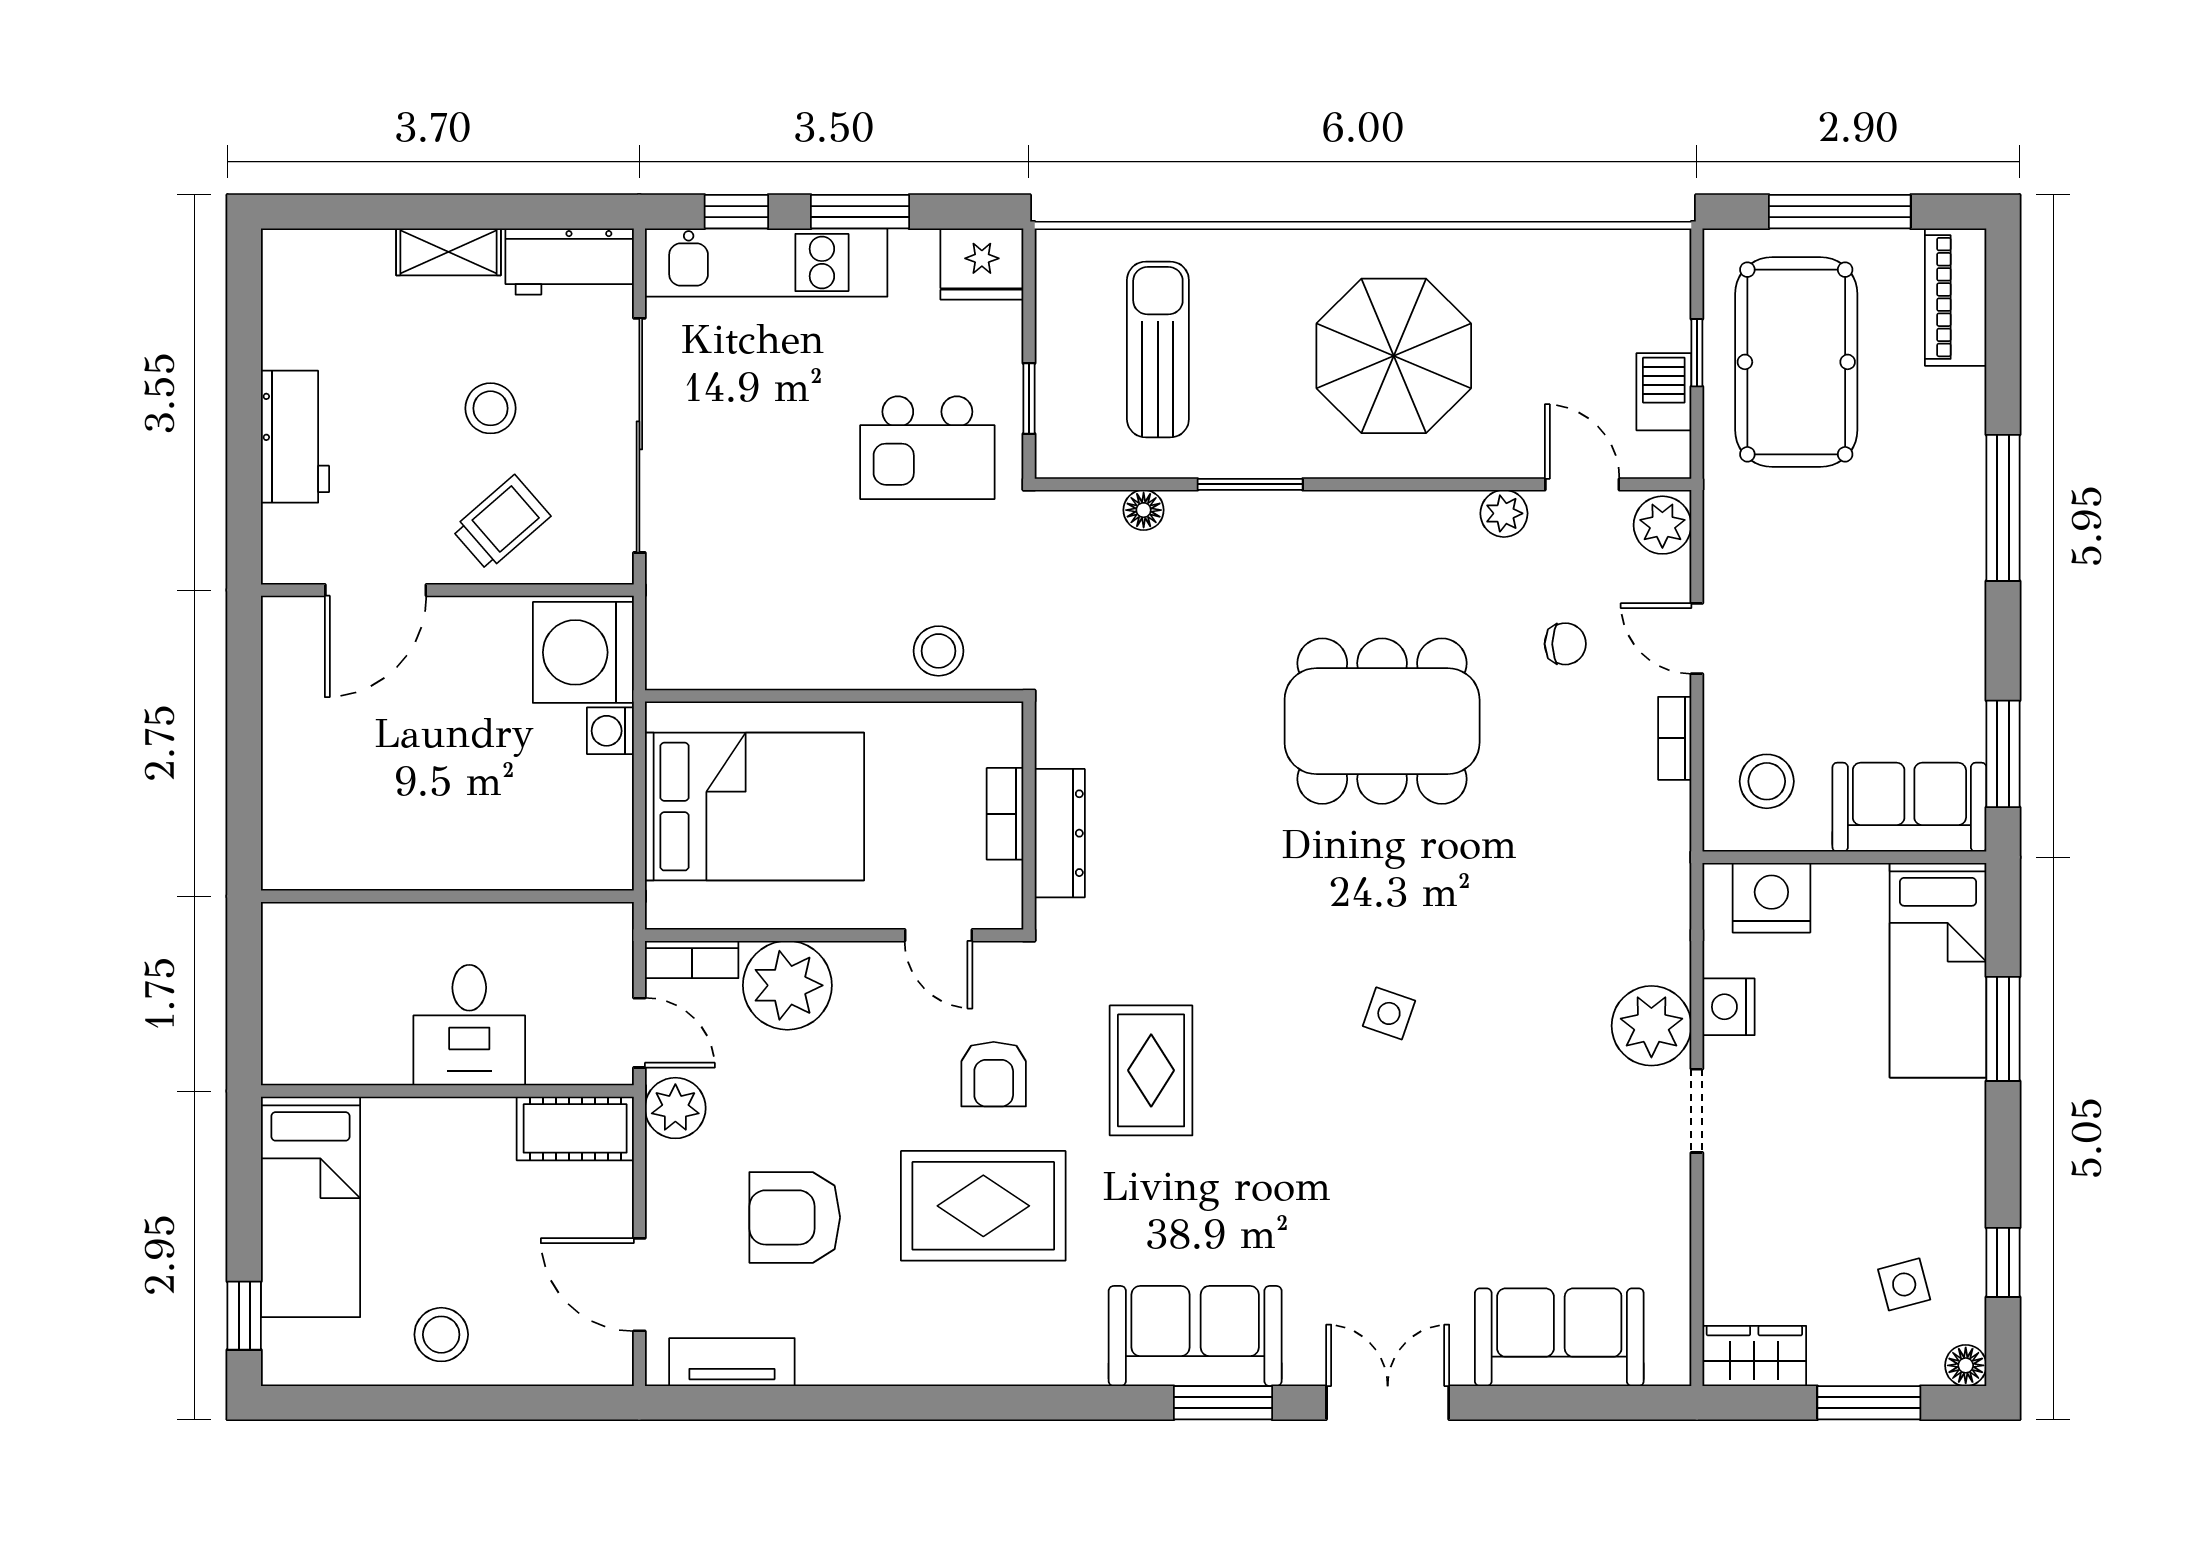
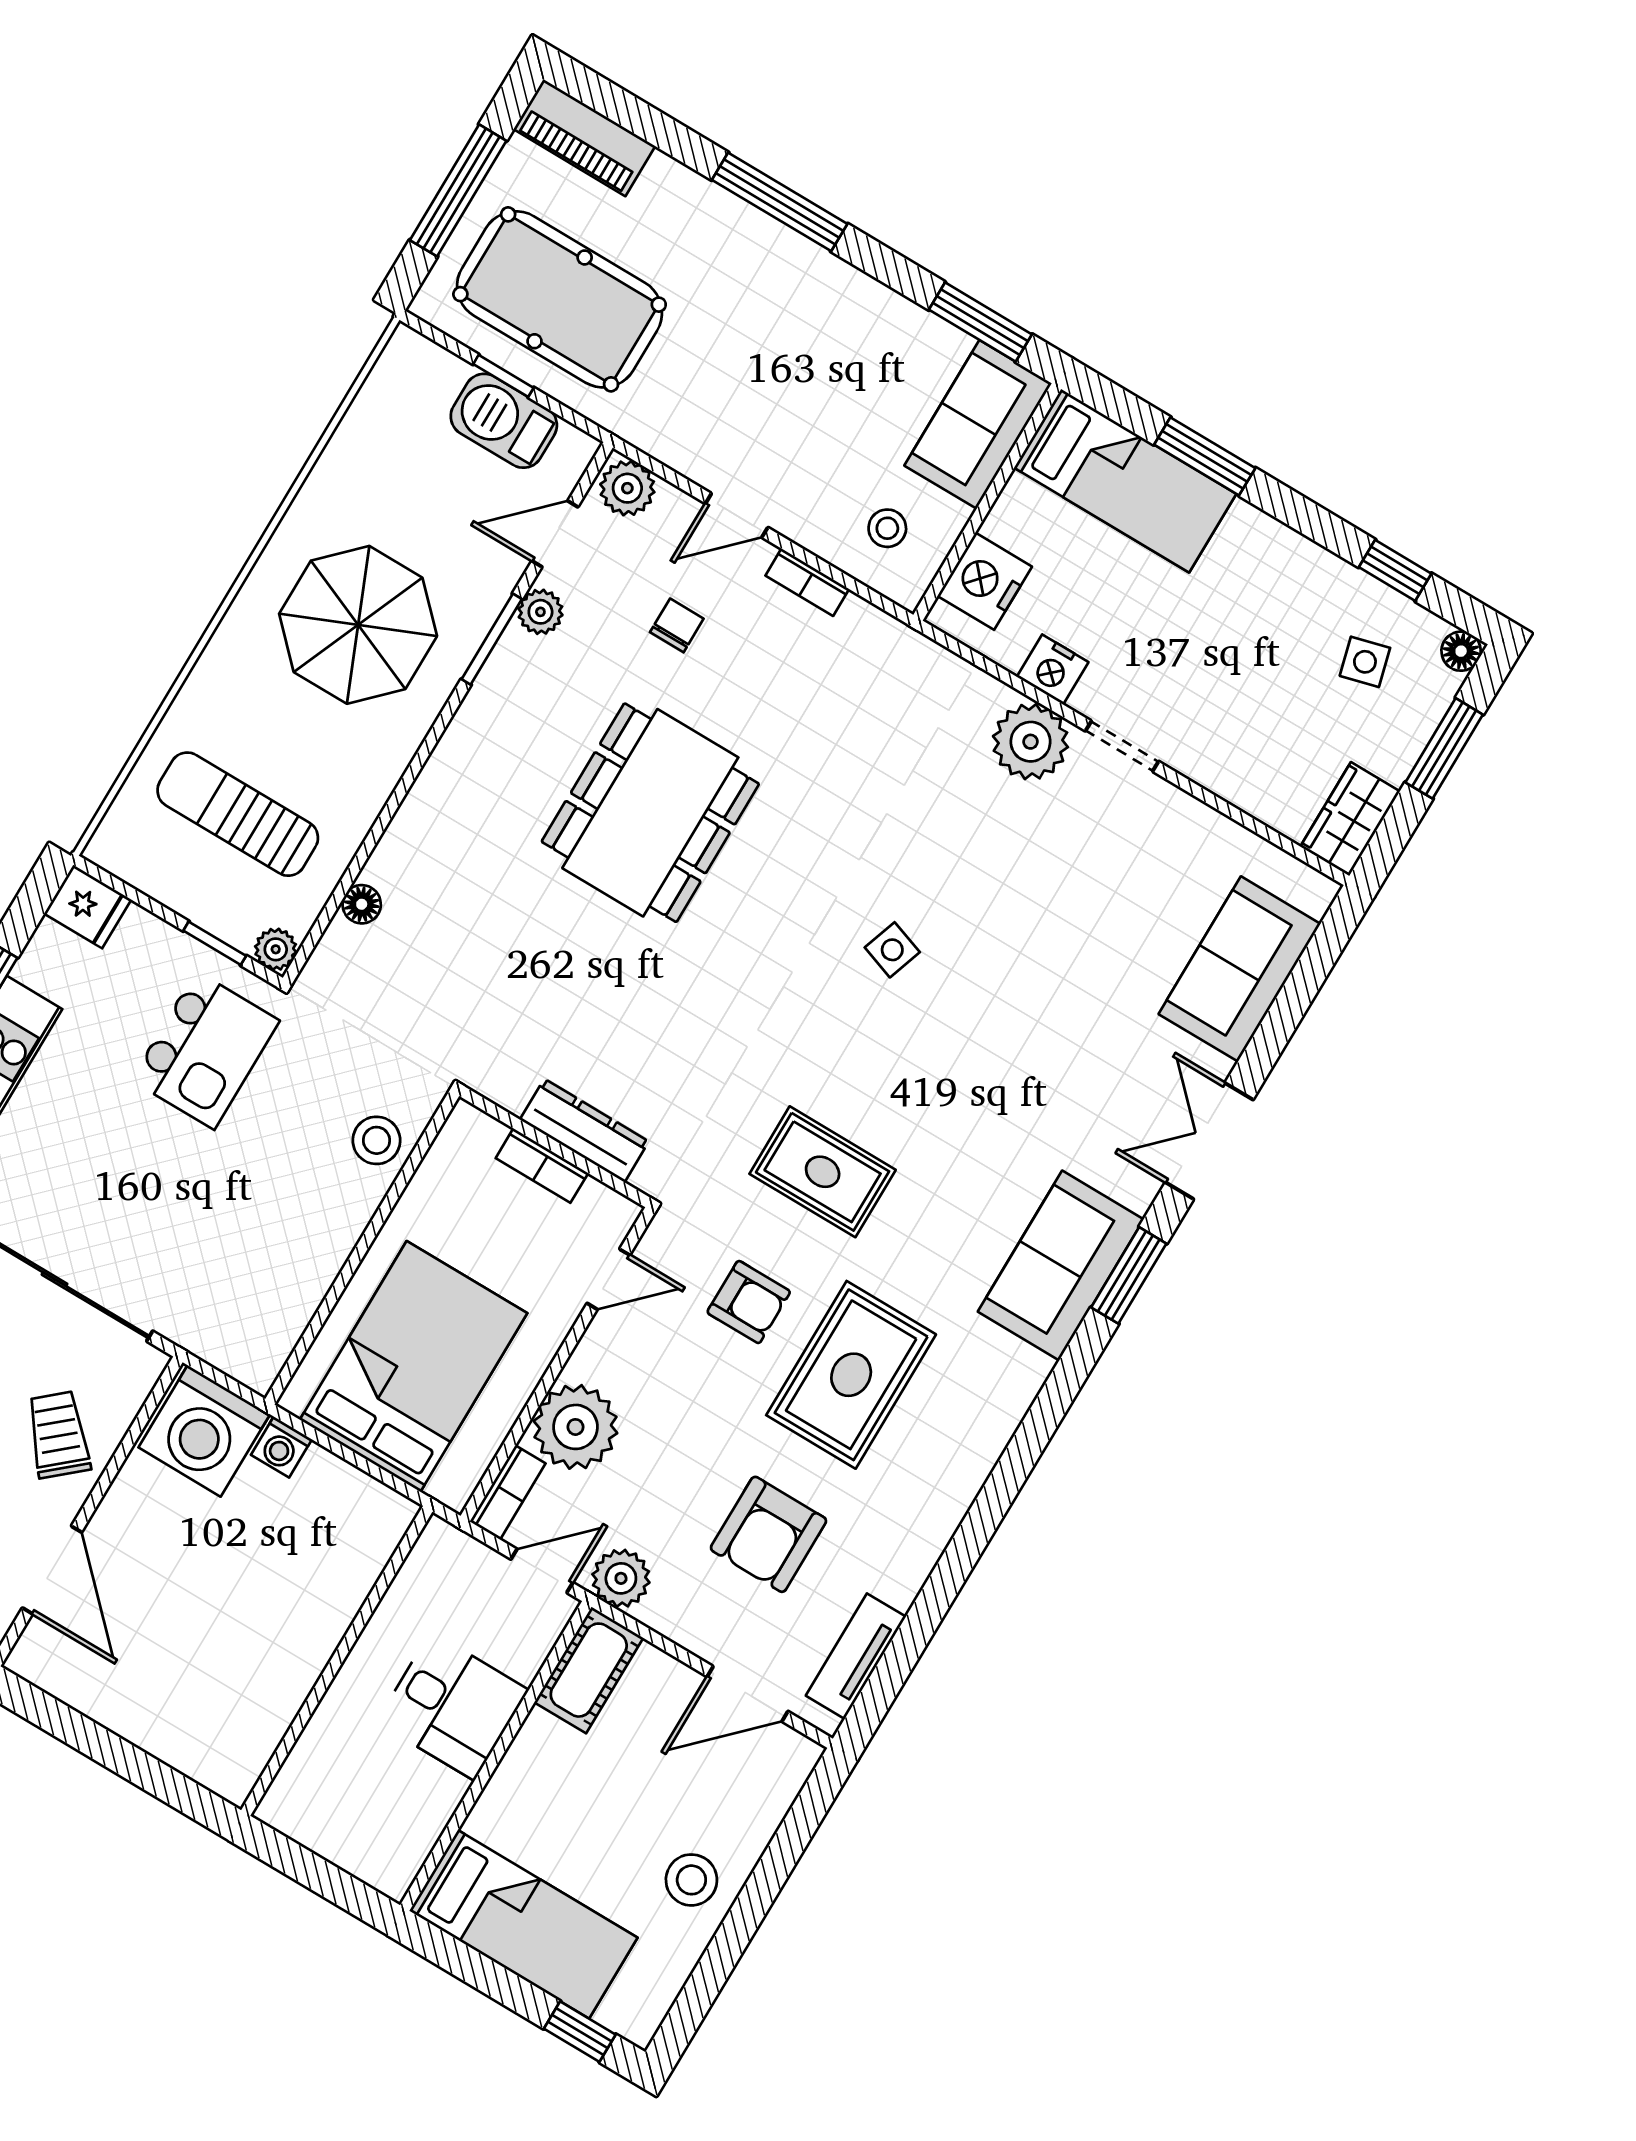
fridge: (982, 264) -> (88, 907), width x0.72
barbecue: (1664, 392) -> (504, 421), width x1.38, depth x1.27
plant: (1056, 457) -> (276, 949), added
window: (1250, 484) -> (492, 639), moved
stool: (1767, 781) -> (887, 528), width x0.73, depth x0.73

